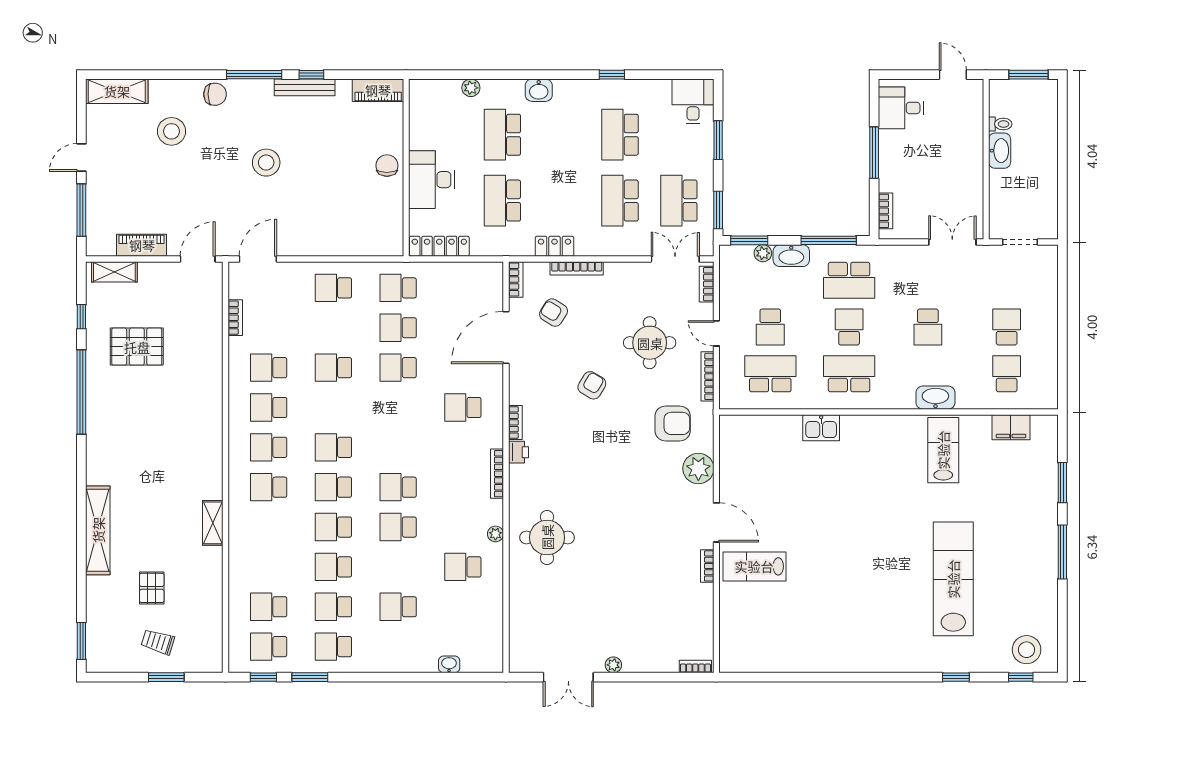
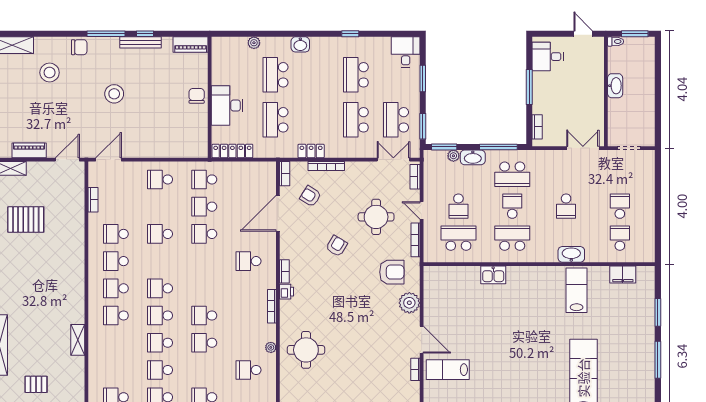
toilet: (1000, 124) -> (616, 41), moved
pallet: (152, 588) -> (36, 384), turned 90

